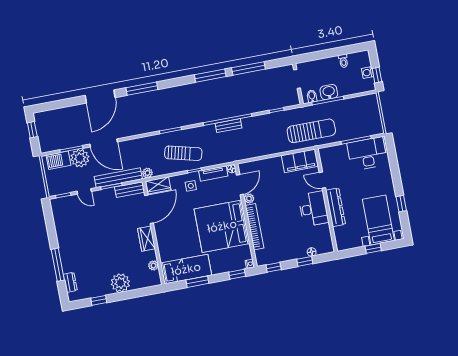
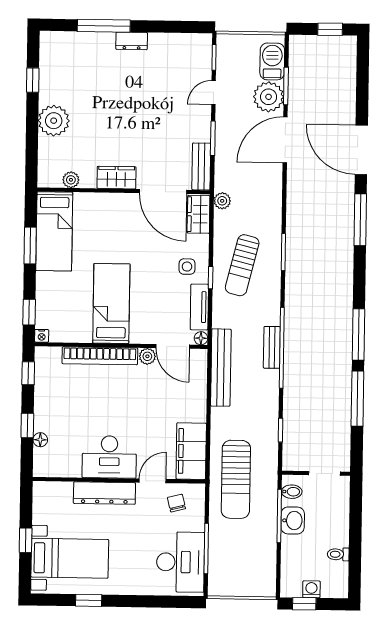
chair: (333, 163) -> (176, 503), added
bench: (118, 178) -> (221, 368), moved
bed: (222, 226) -> (111, 304), width x0.49
dresser: (70, 282) -> (132, 41), moved

